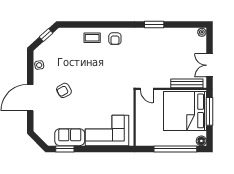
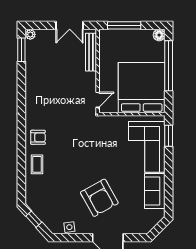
window: (154, 25) -> (21, 50), moved
armchair: (64, 90) -> (99, 198), width x1.88, depth x1.88
bed: (185, 111) -> (142, 88), moved, turned 180
window: (65, 149) -> (169, 136), moved

